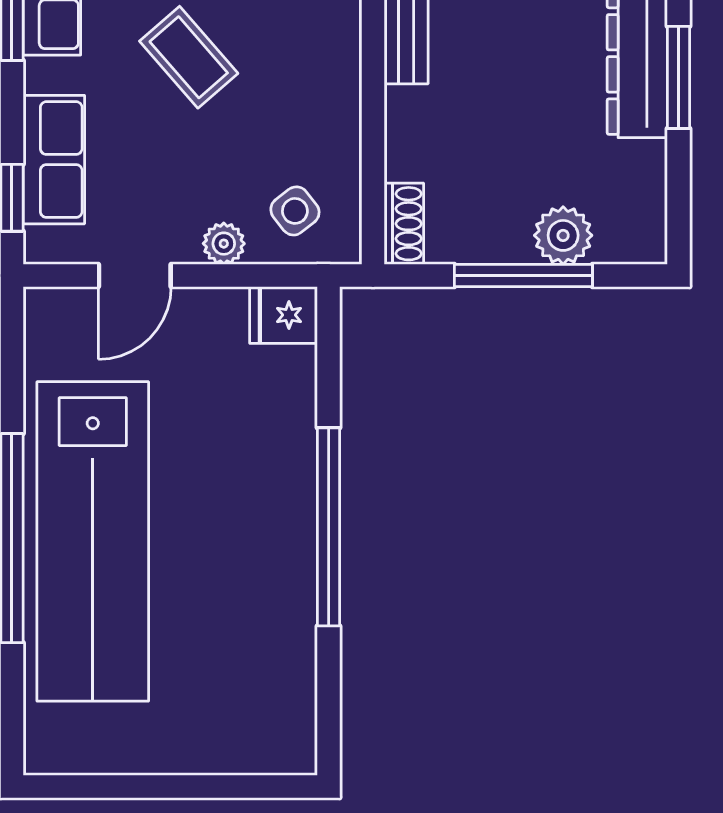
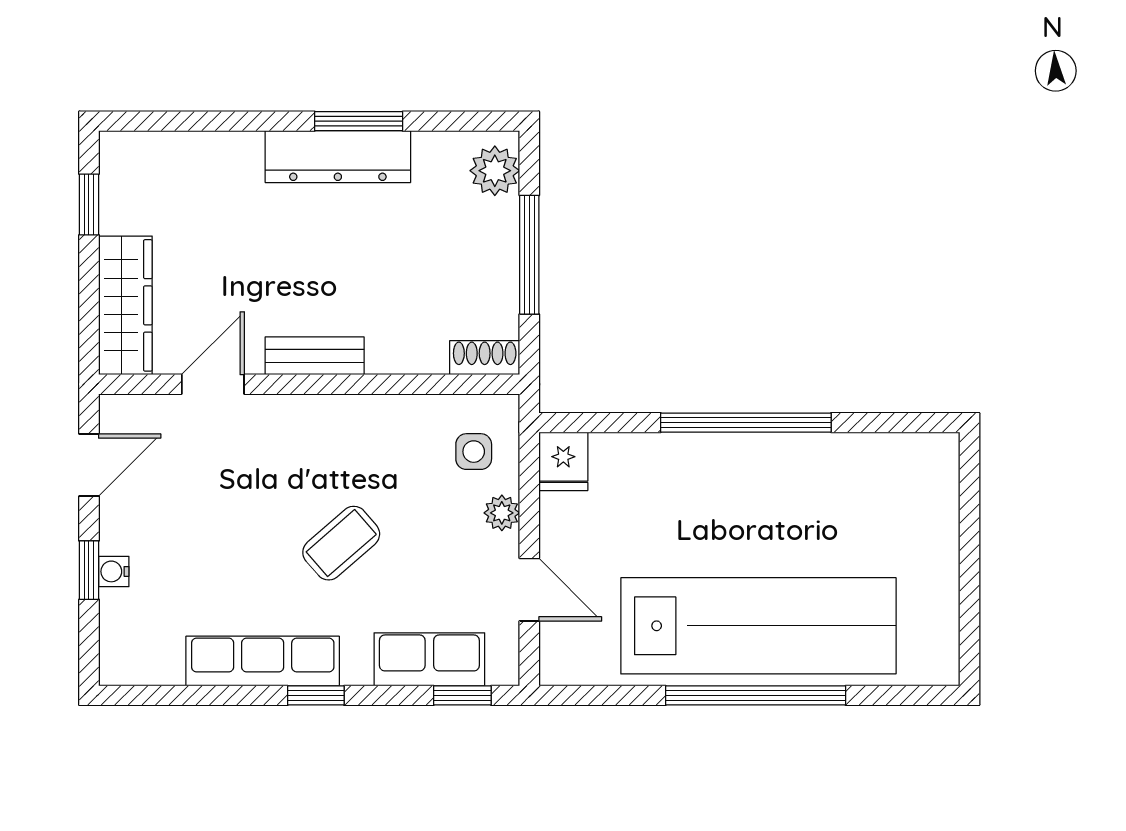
side table: (295, 211) -> (474, 452), turned 38
plant: (563, 235) -> (495, 171), moved

